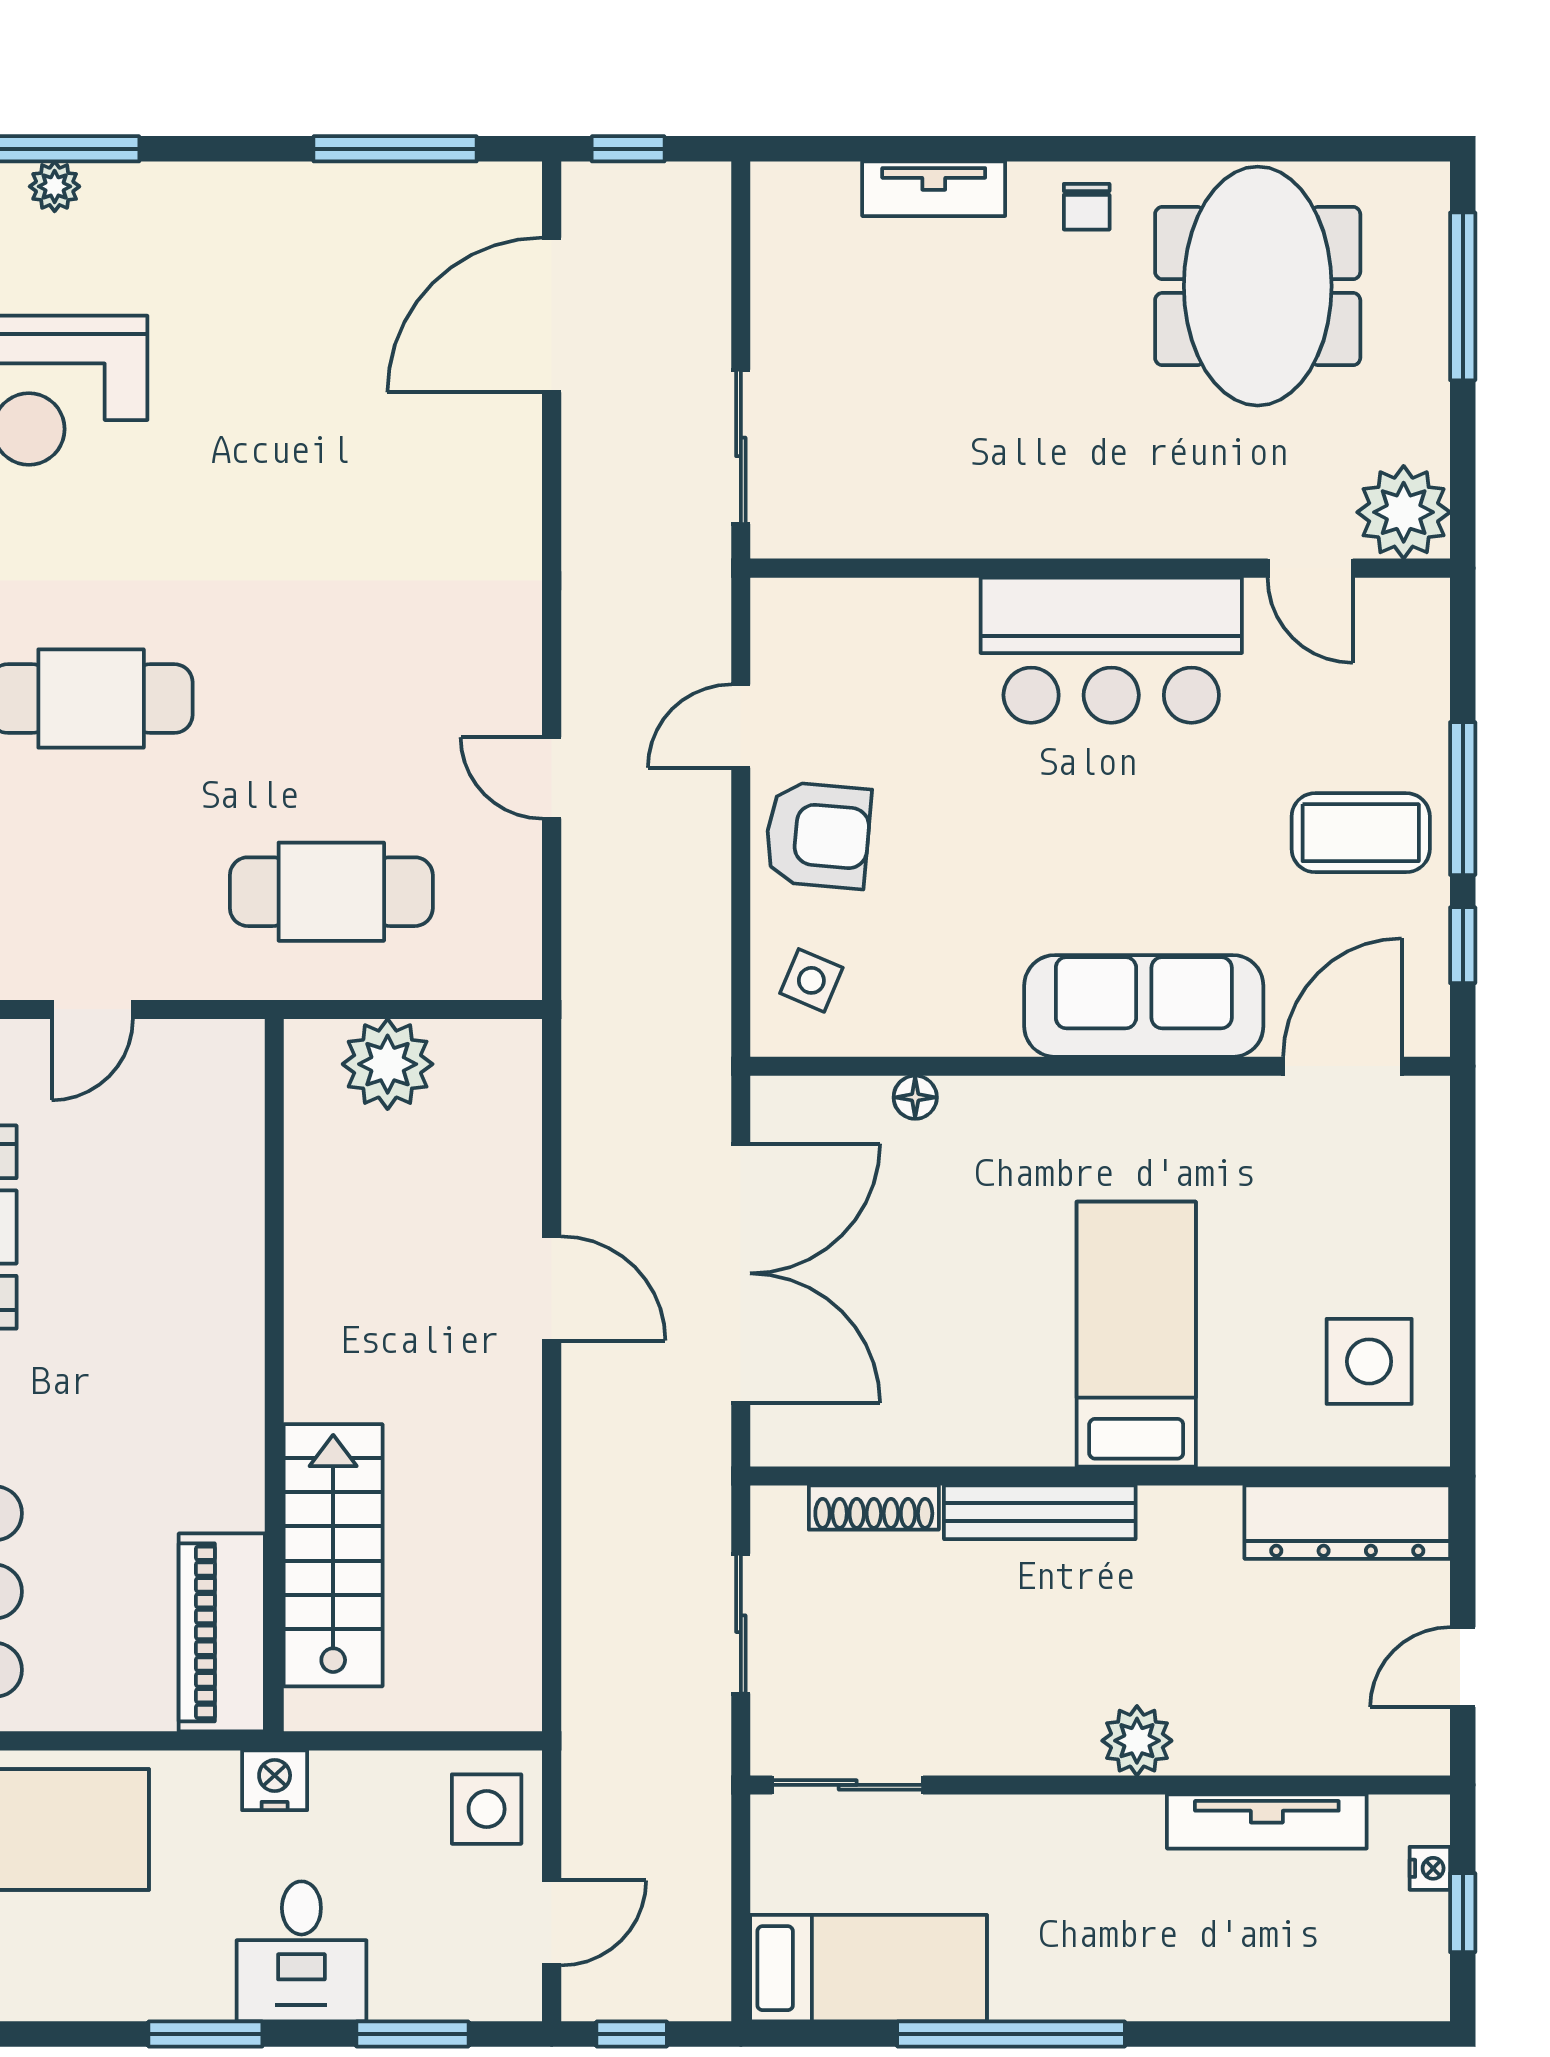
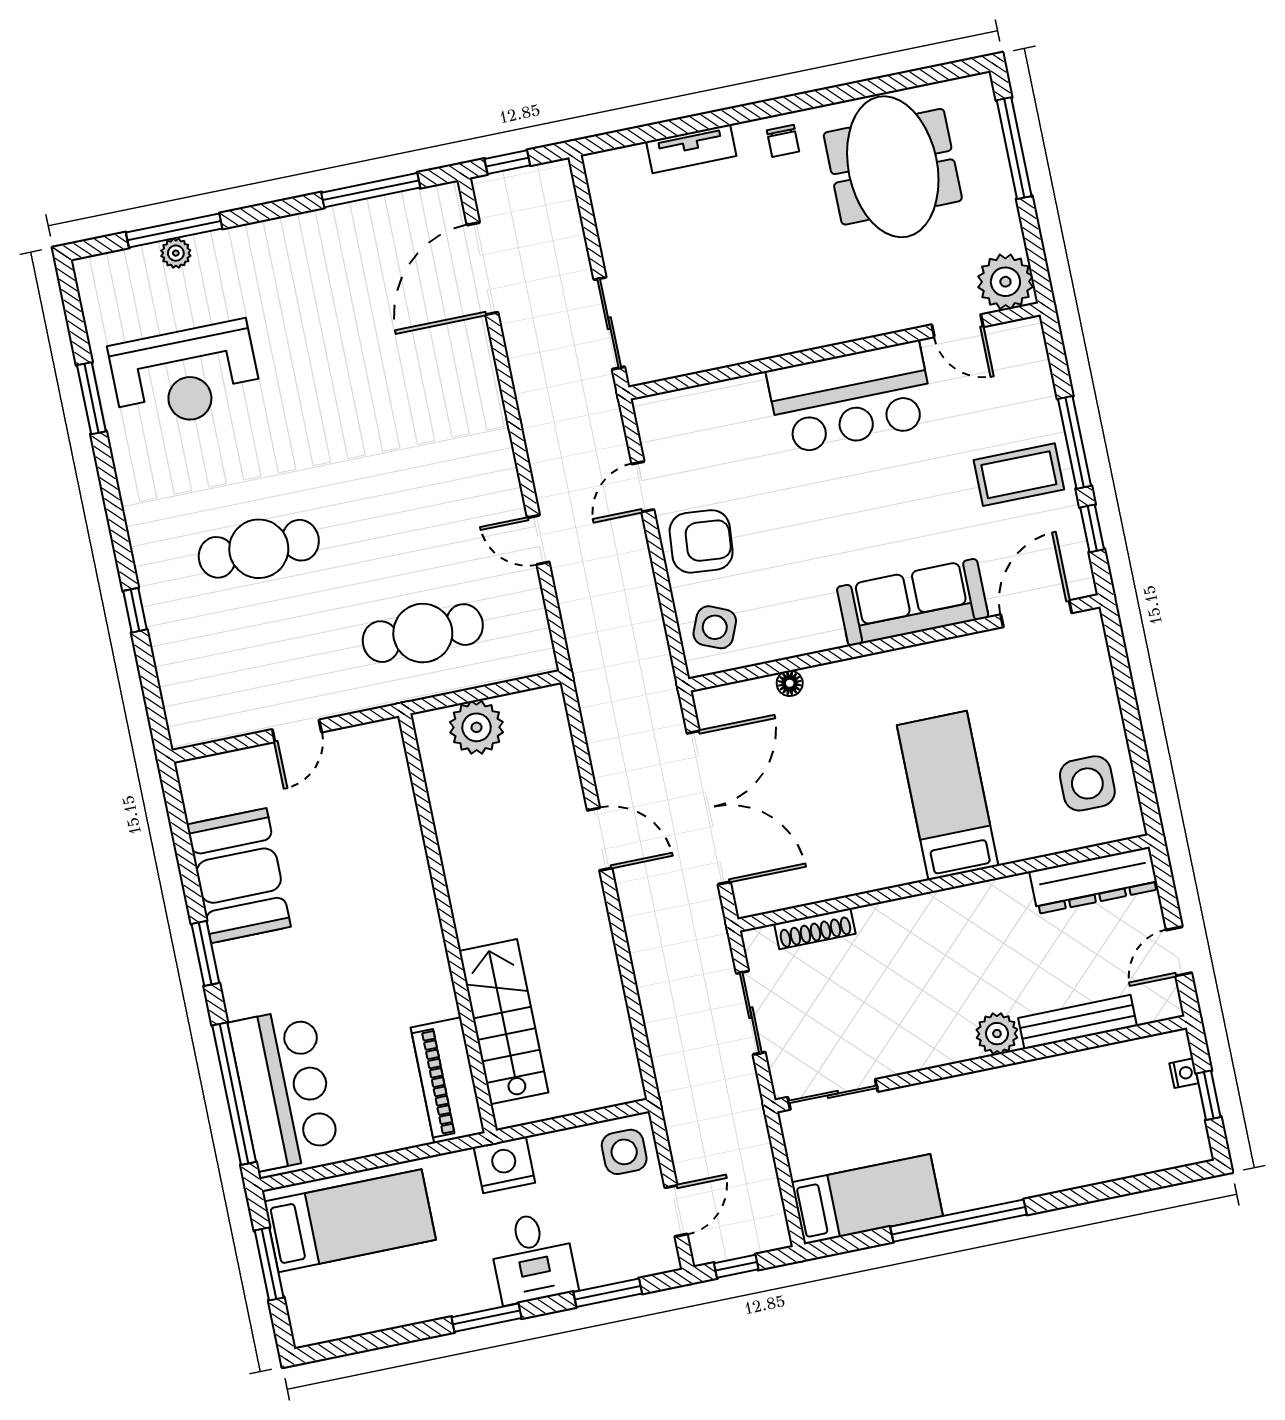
side table: (811, 980) -> (715, 627), width x1.37, depth x1.37
bench: (1040, 1512) -> (1077, 1022), moved
nightstand: (275, 1780) -> (504, 1165), width x1.36, depth x1.33
tv unit: (1267, 1821) -> (1083, 1065), removed

